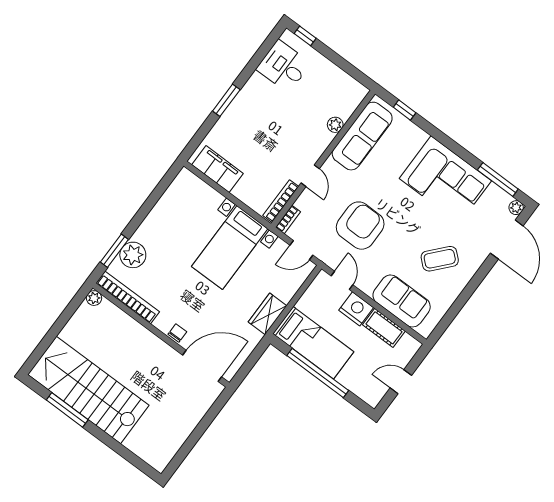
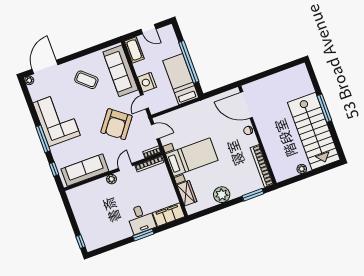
desk: (283, 66) -> (141, 219), moved
plant: (335, 125) -> (112, 179), moved
filing cabinet: (217, 169) -> (169, 215), moved, turned 90
window: (498, 179) -> (43, 139), moved
armchair: (360, 226) -> (116, 124), turned -53
plant: (133, 255) -> (222, 195), moved
plant: (94, 298) -> (302, 169), moved
sofa: (402, 301) -> (121, 71), width x1.36
wardrobe: (268, 314) -> (187, 193), moved, turned -90
cot: (384, 328) -> (134, 50), moved
window: (67, 410) -> (324, 108), moved

